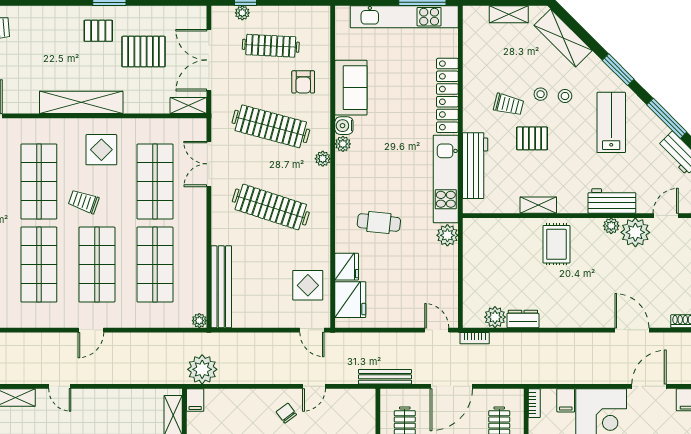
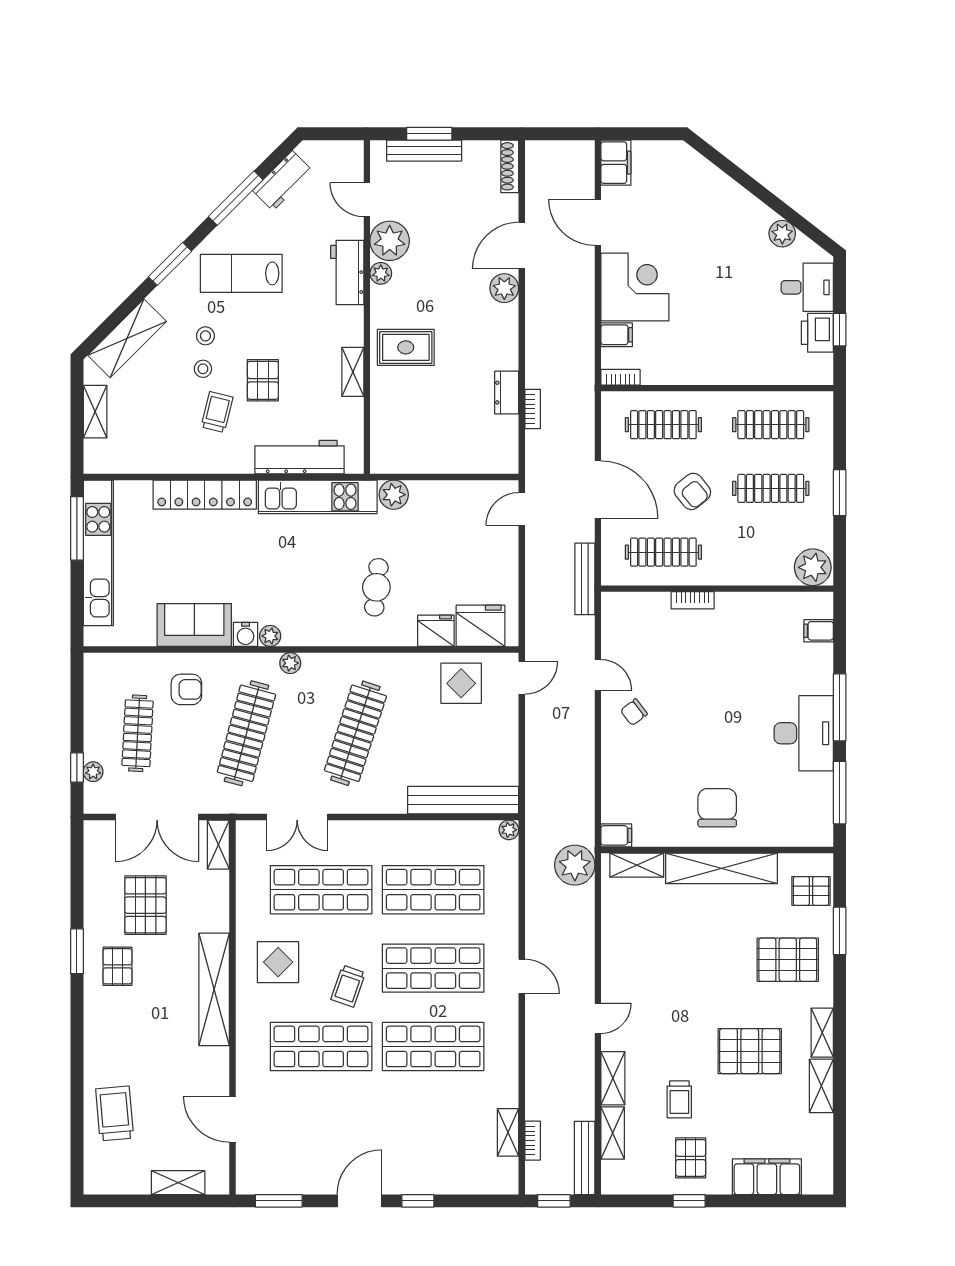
plant: (495, 317) -> (504, 288), moved
bookcase: (475, 338) -> (533, 409), moved
plant: (202, 369) -> (575, 865), moved

